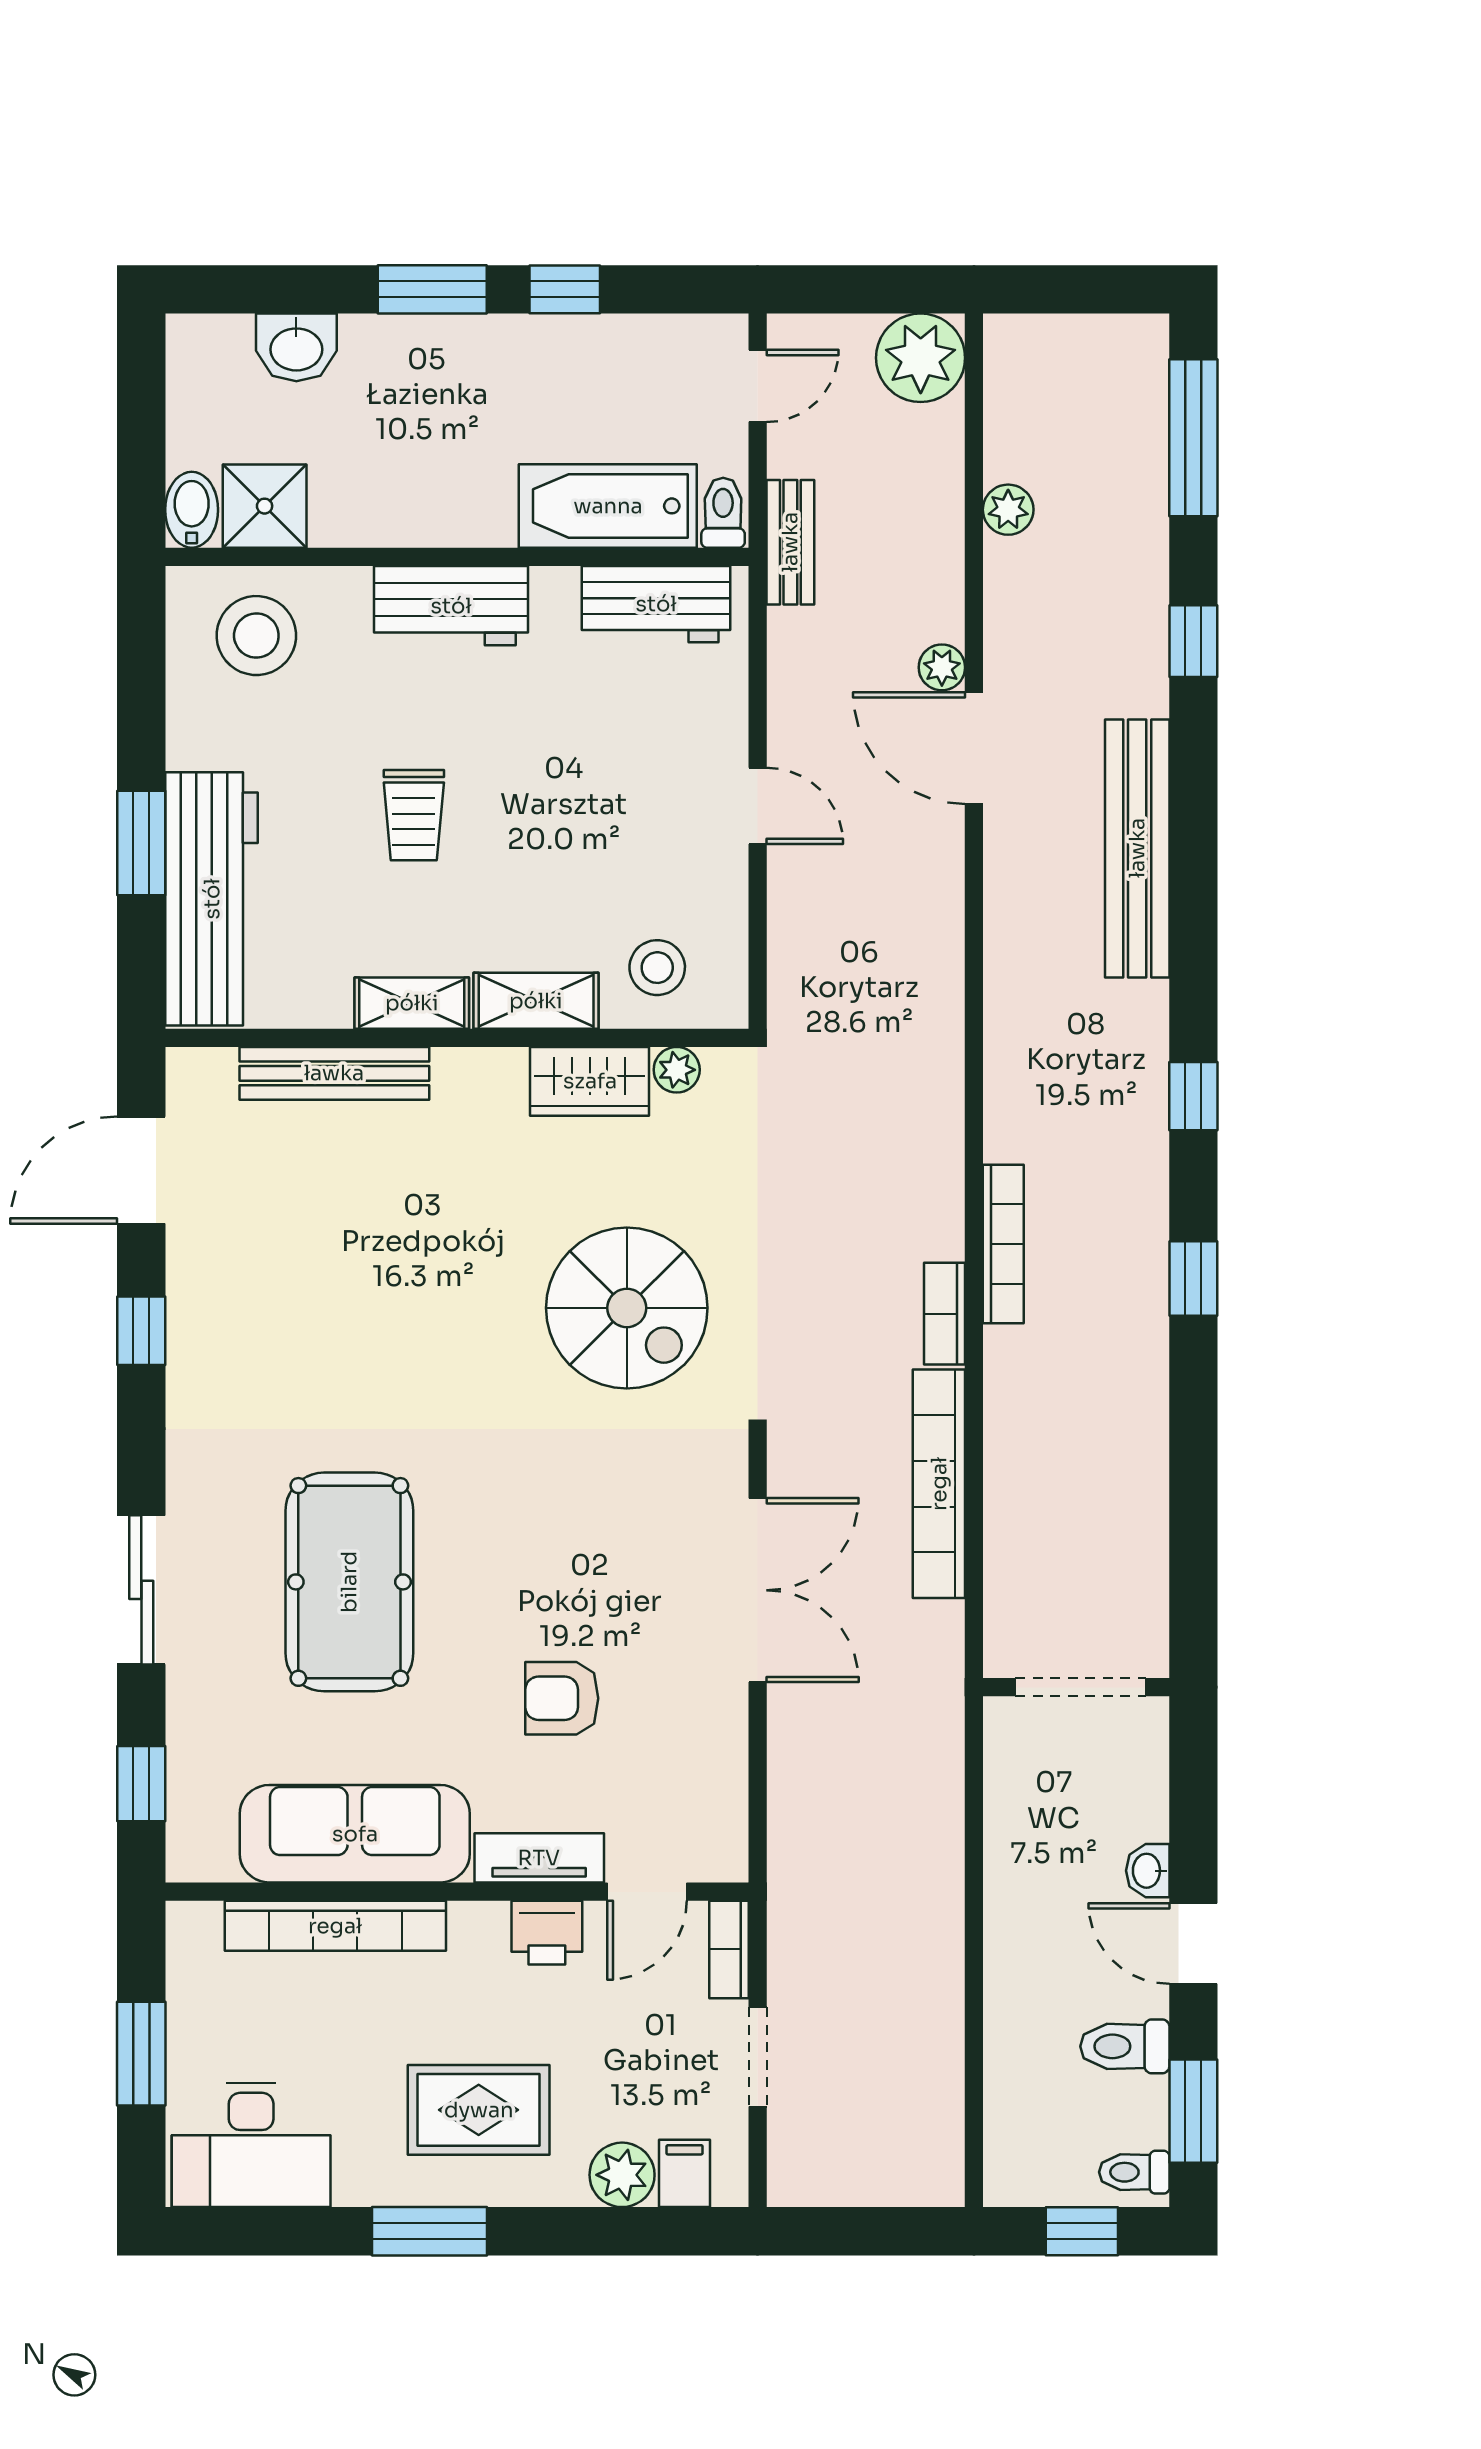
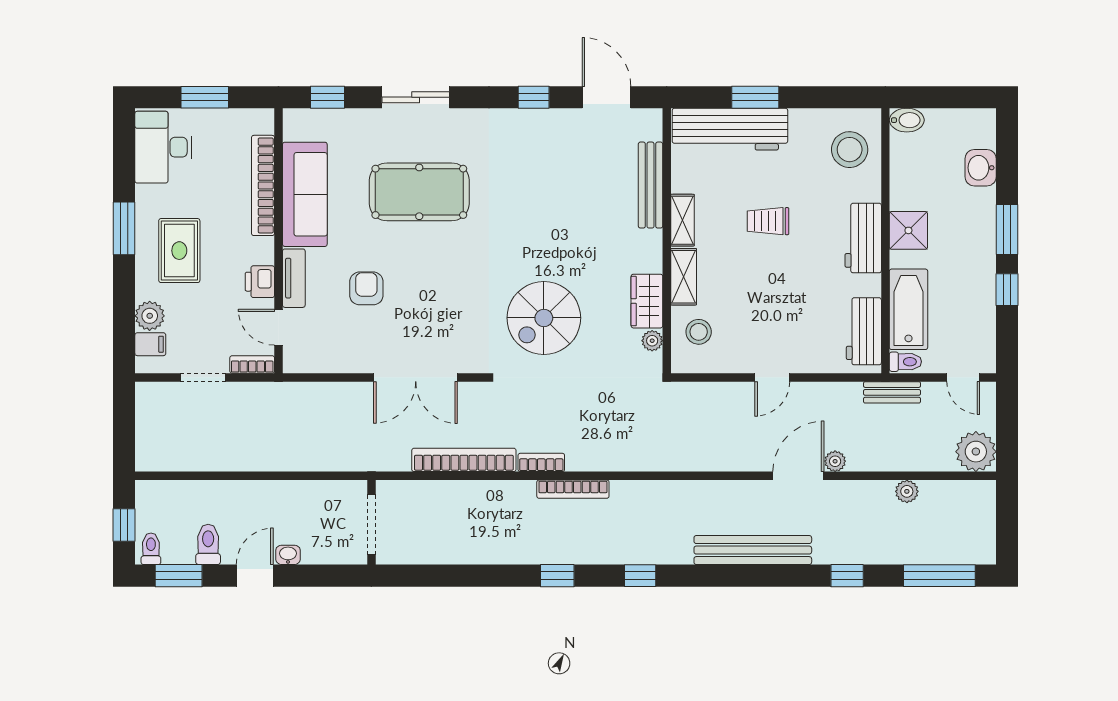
shower: (265, 506) -> (908, 230), moved

